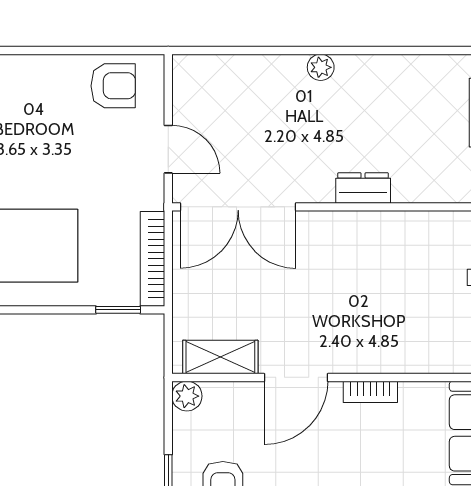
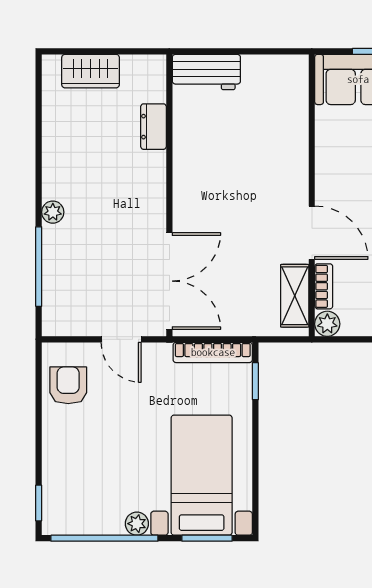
window: (255, 50) -> (39, 267), added
door: (168, 149) -> (121, 339), swing flipped
dresser: (363, 188) -> (154, 127), moved
bookcase: (370, 392) -> (324, 286), moved

